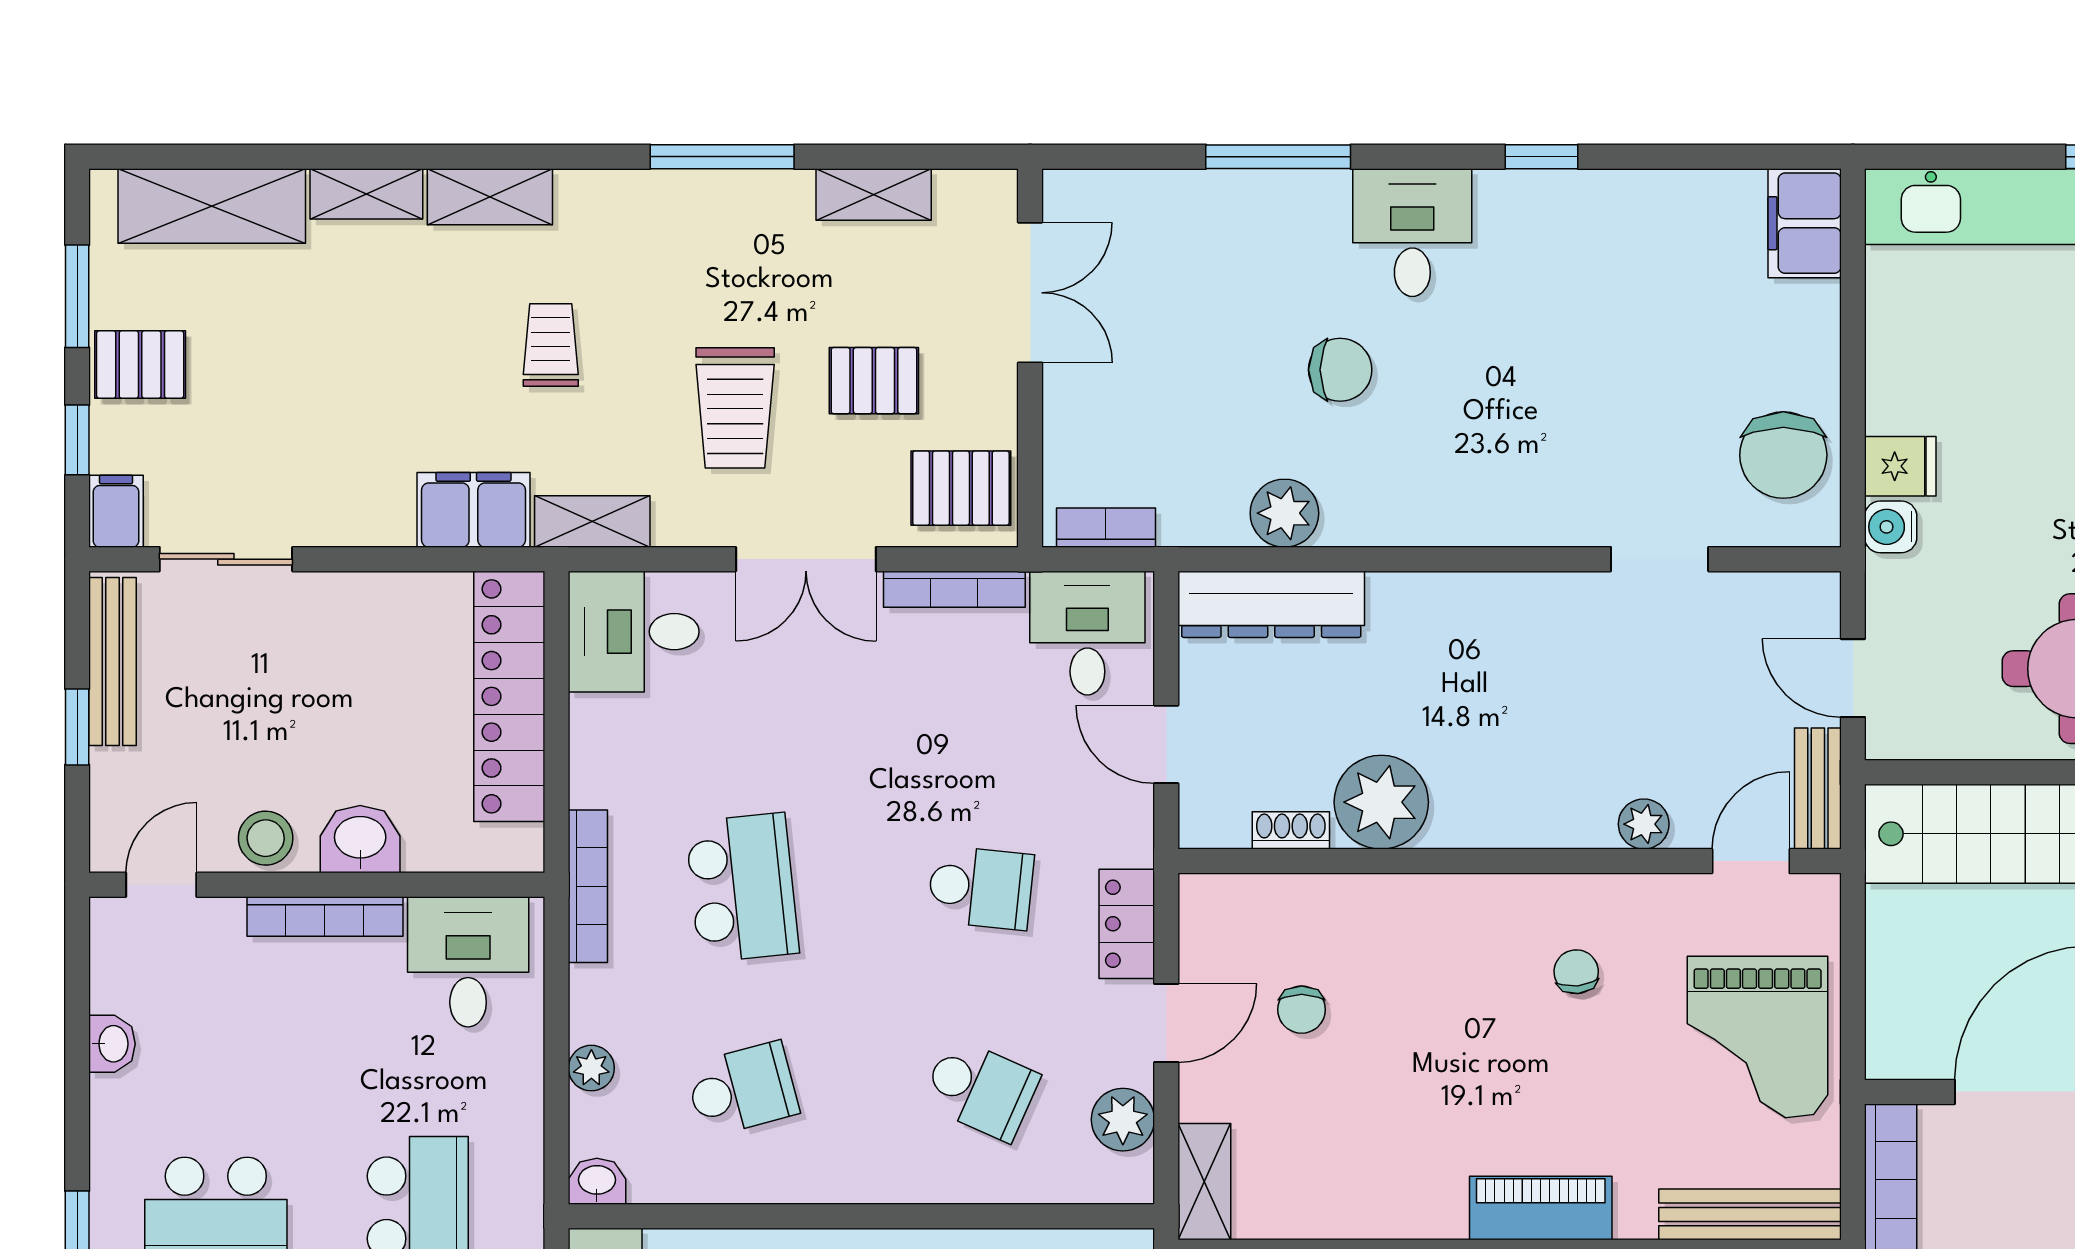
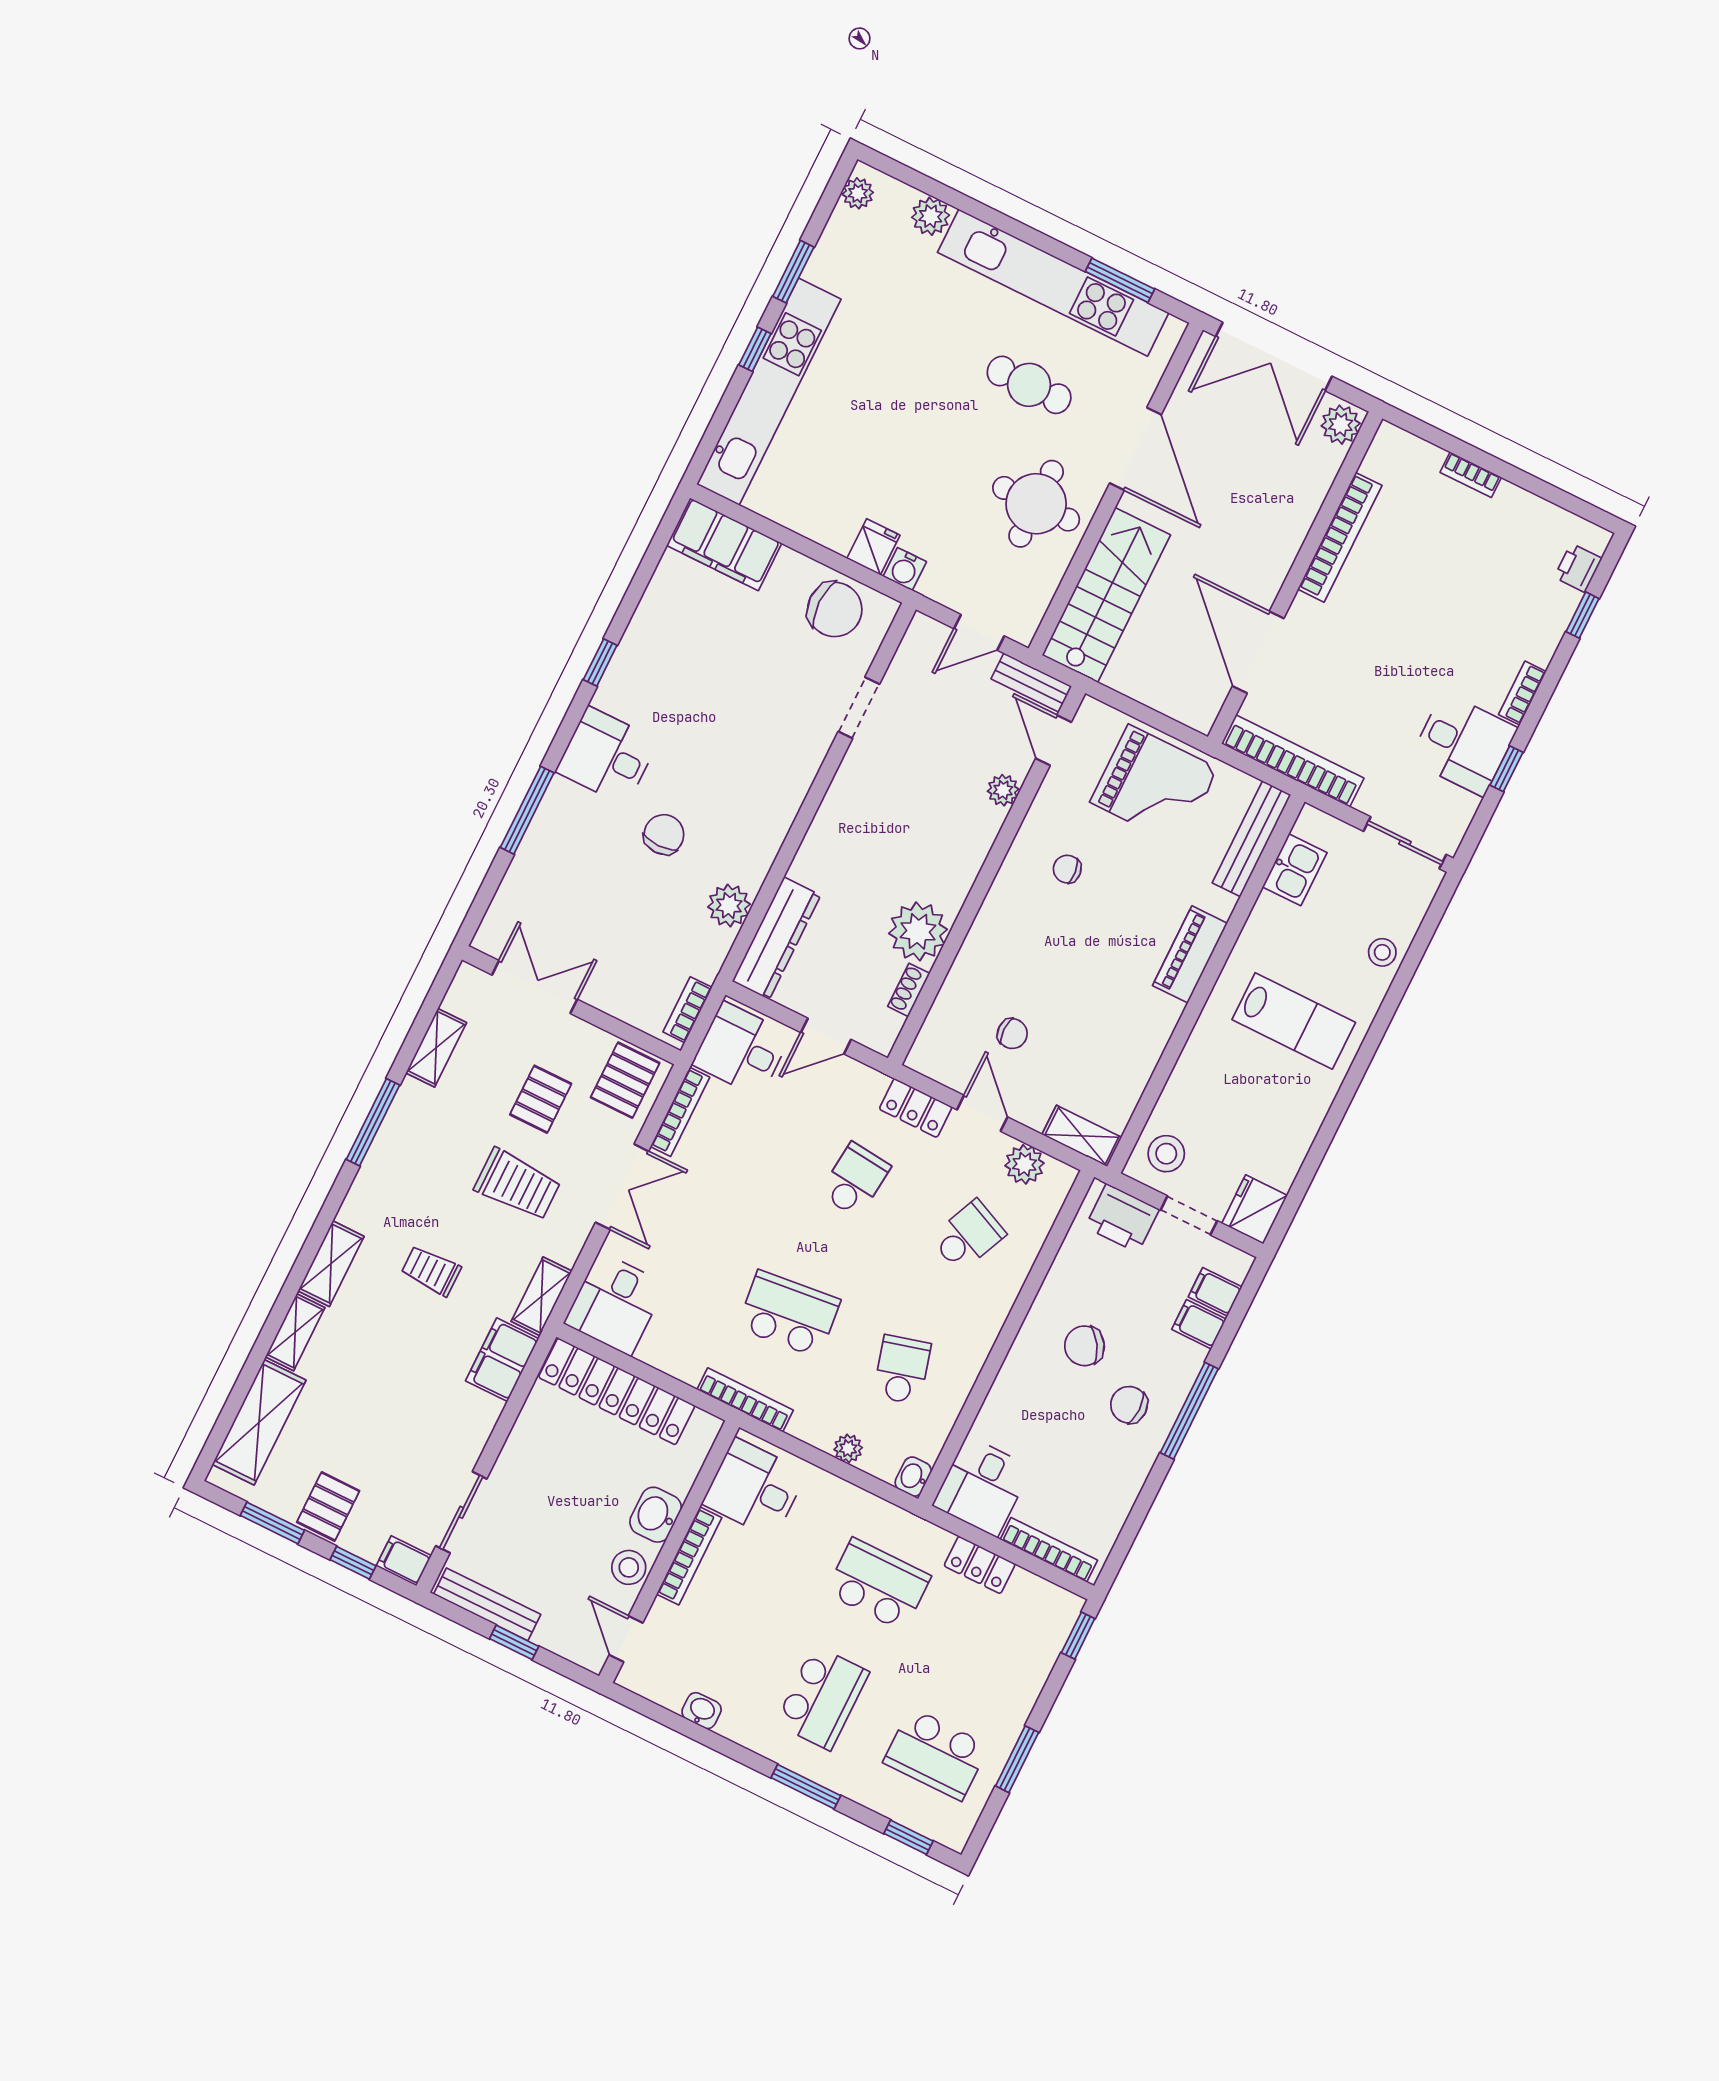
filing cabinet: (1805, 223) -> (724, 544), width x1.50, depth x1.17

